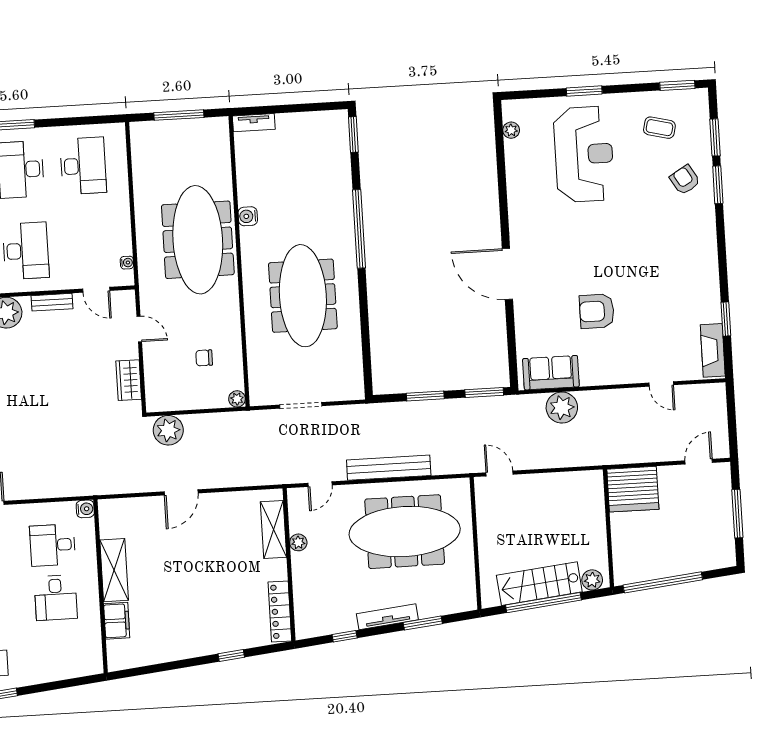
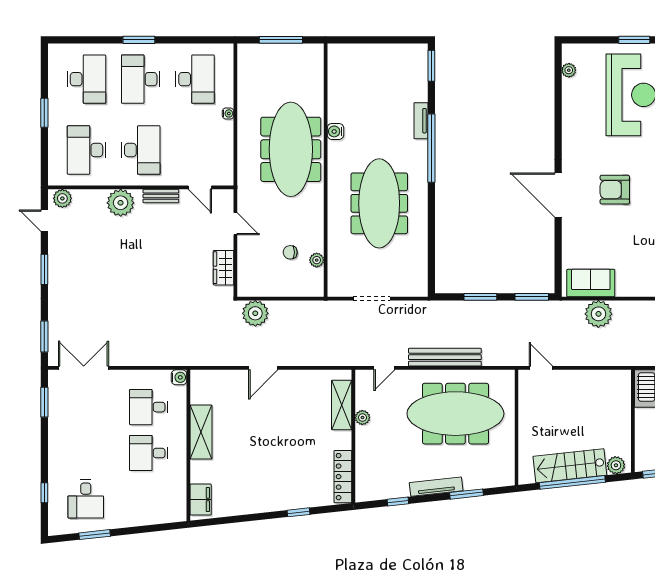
tv unit: (254, 123) -> (421, 121), moved, turned 90
water cooler: (127, 263) -> (228, 113), moved
armchair: (597, 311) -> (615, 190), moved
plant: (237, 399) -> (317, 260), moved
desk: (56, 598) -> (149, 453), turned 90
filing cabinet: (117, 621) -> (201, 500), moved

